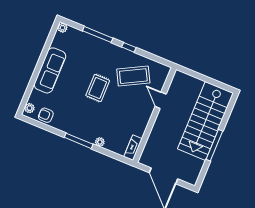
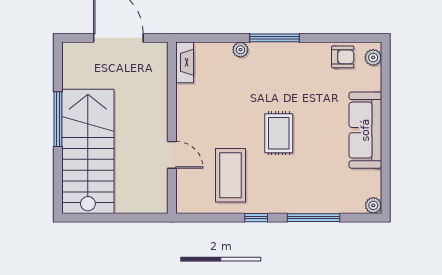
coffee table: (133, 76) -> (231, 175), turned -62

